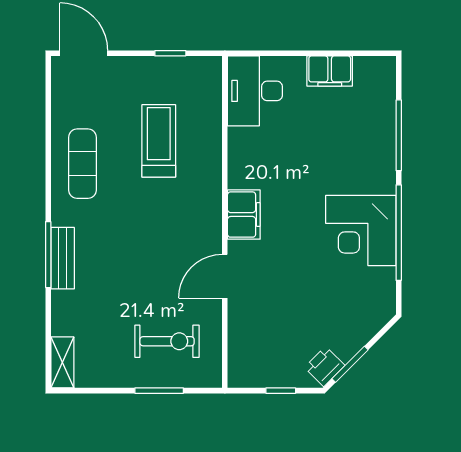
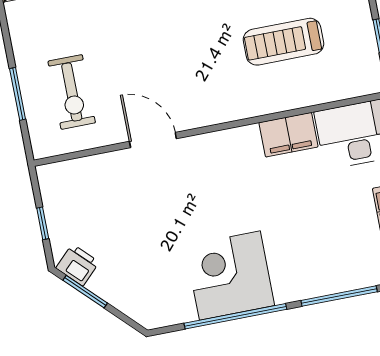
treadmill: (159, 141) -> (283, 42), turned 180
filing cabinet: (244, 215) -> (288, 135), moved

